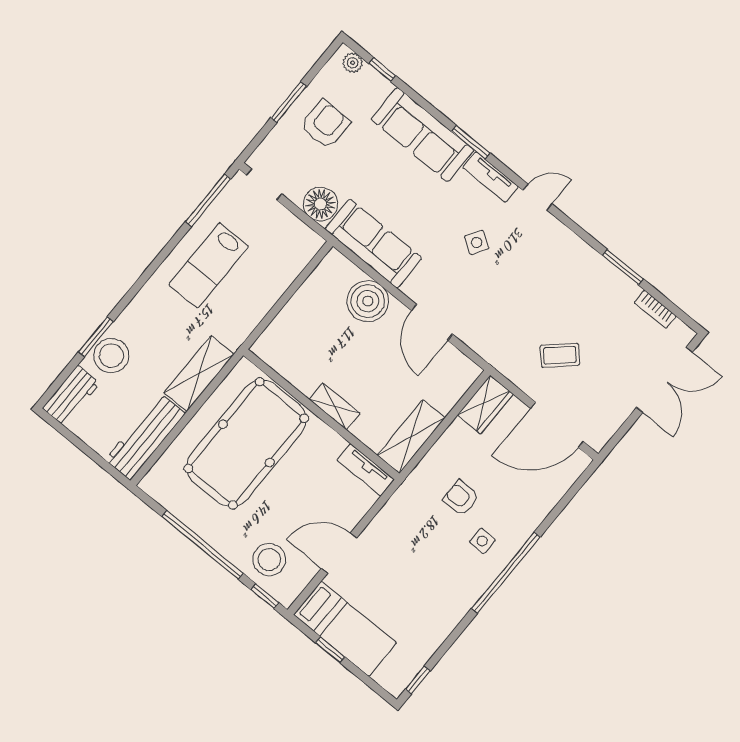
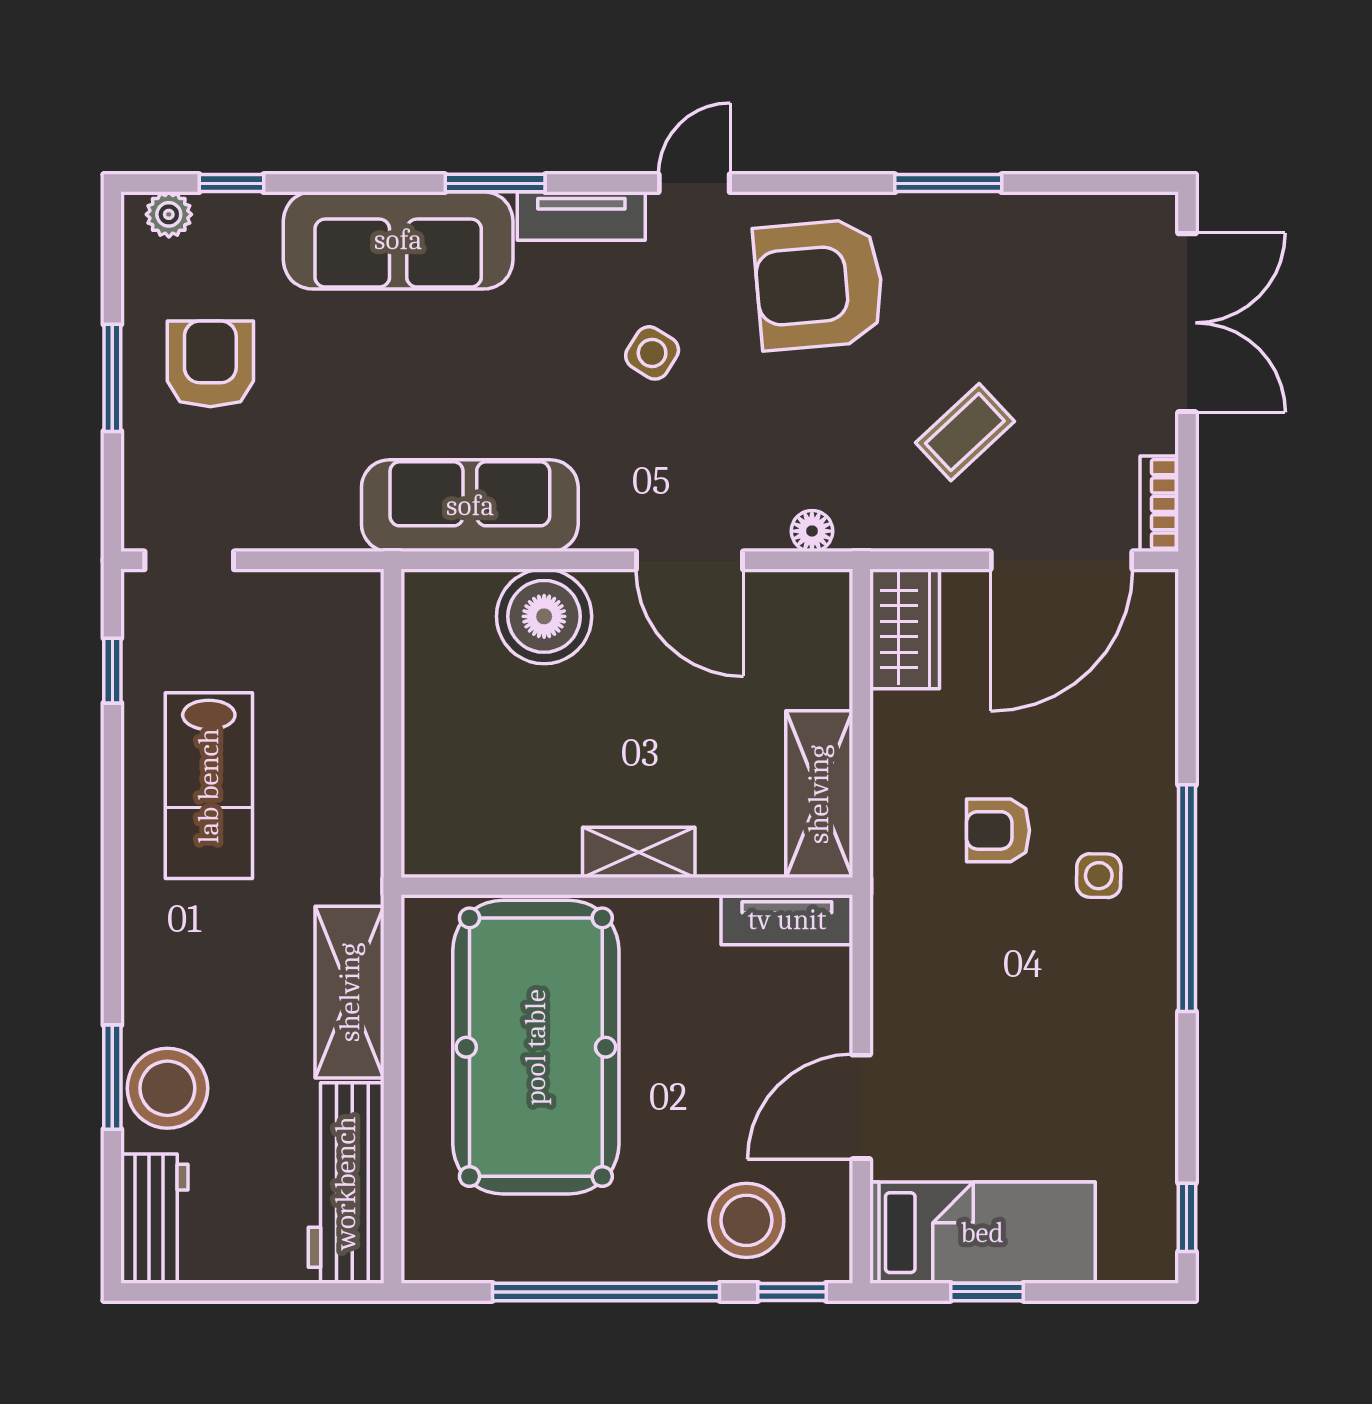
window: (208, 200) -> (112, 671), width x0.46
floor lamp: (320, 204) -> (812, 531), moved, width x0.53, depth x0.53
armchair: (552, 266) -> (819, 284), added
bookcase: (655, 309) -> (1159, 504), moved, turned 90

